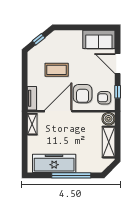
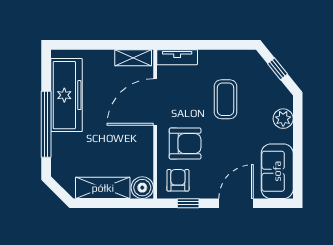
plant: (68, 36) -> (283, 119), added
armchair: (83, 94) -> (185, 144), turned 180
door: (58, 111) -> (155, 102), swing flipped

